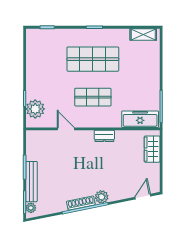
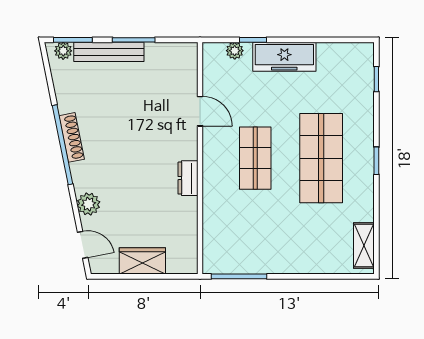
plant: (35, 109) -> (235, 51), width x0.53, depth x0.53
freezer: (140, 119) -> (284, 57), moved, turned 90
door: (66, 129) -> (200, 111), hinge flipped
wardrobe: (152, 149) -> (142, 261), moved
plant: (102, 197) -> (89, 204), moved

